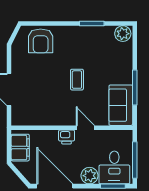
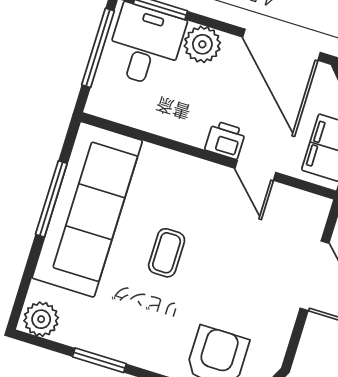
sofa: (121, 105) -> (87, 209), width x1.85, depth x1.27
door: (85, 128) -> (255, 170), moved

